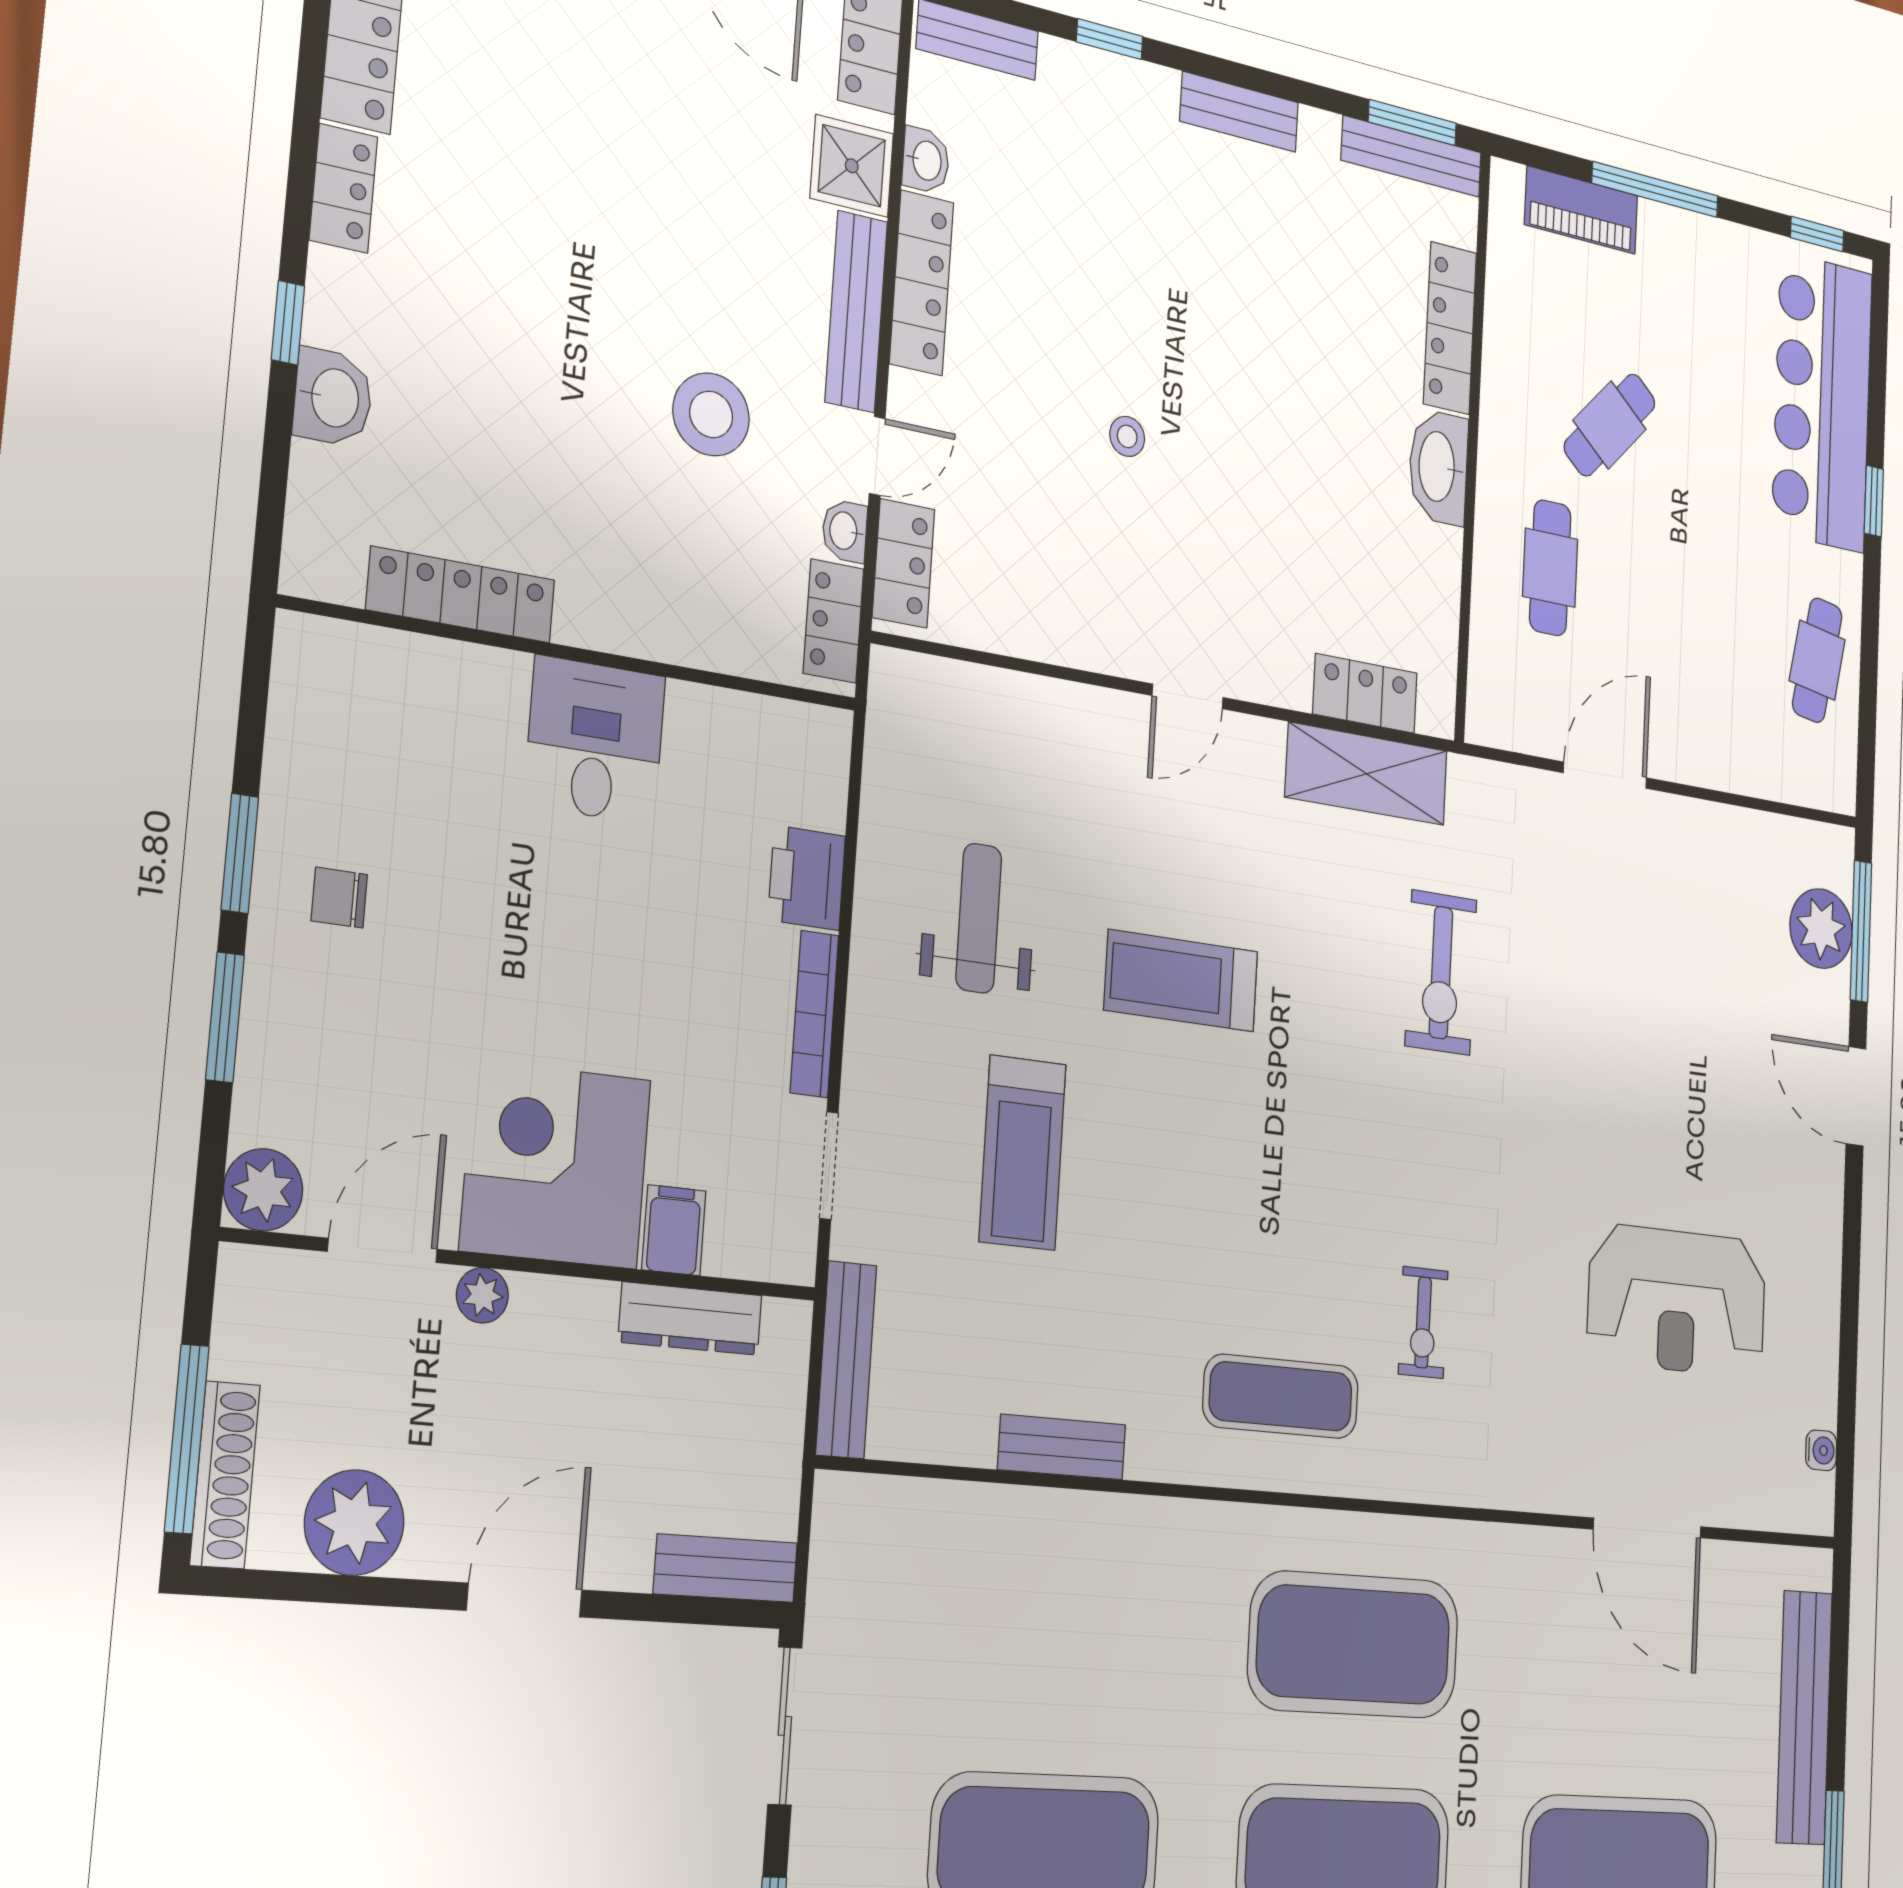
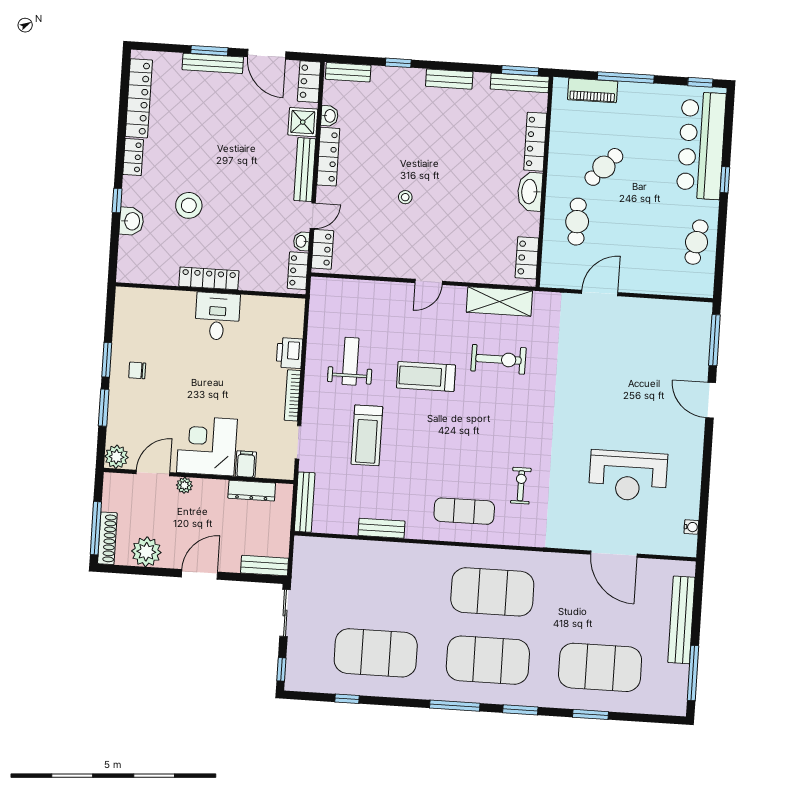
stool: (711, 414) -> (189, 205), moved
locker: (461, 595) -> (209, 278), moved
locker: (1365, 693) -> (527, 258), moved, turned -90
plant: (1821, 929) -> (696, 340), removed
exercise bike: (1441, 973) -> (498, 359), moved, turned -90
exercise bike: (1423, 1322) -> (521, 486), turned 180

